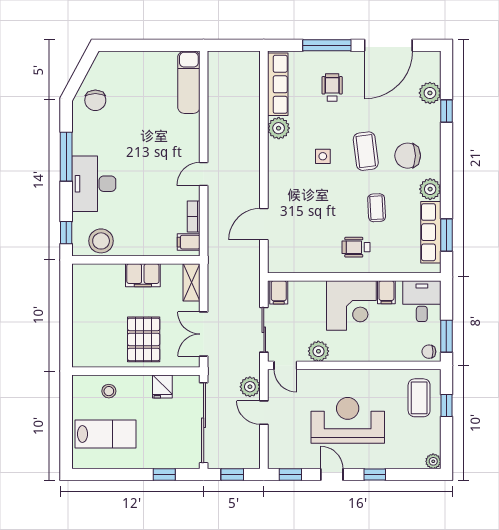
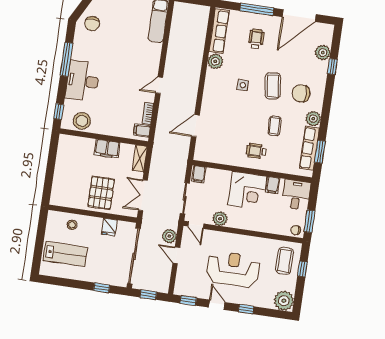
plant: (433, 461) -> (284, 301), width x1.87, depth x1.87

